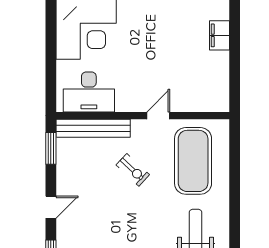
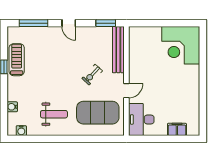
desk: (89, 92) -> (141, 119), moved
door: (158, 116) -> (126, 91), hinge flipped

